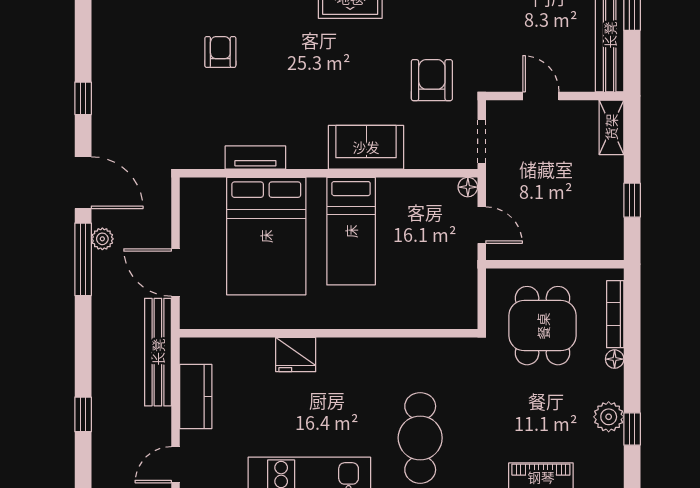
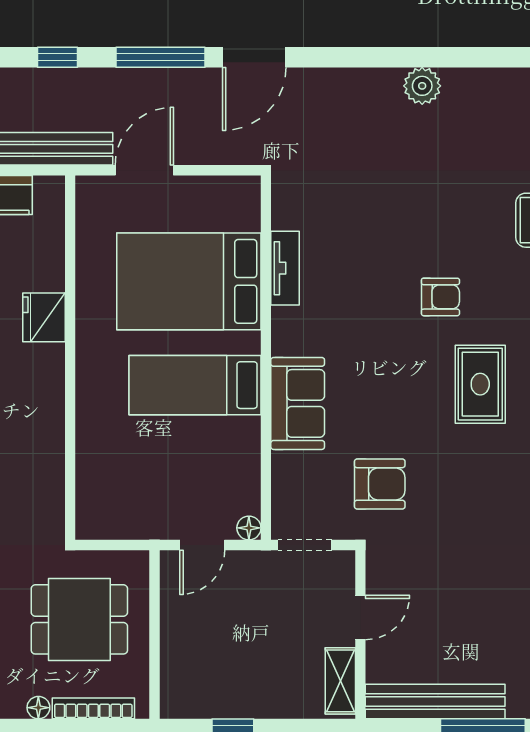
armchair: (220, 52) -> (440, 297), moved
window: (83, 98) -> (57, 57), moved
shelving: (611, 127) -> (340, 681), moved, turned 90
plant: (102, 239) -> (422, 86), moved, width x1.38, depth x1.38

